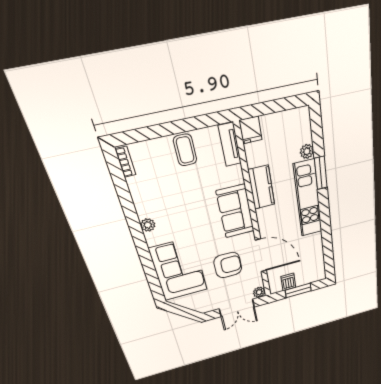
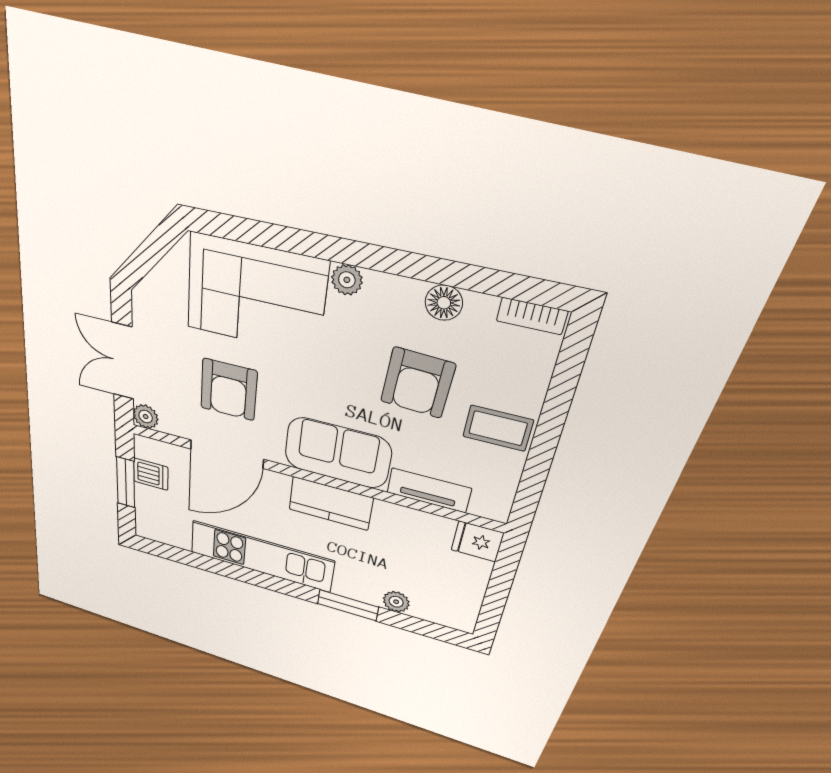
tv unit: (230, 145) -> (429, 490), moved
kitchen counter: (261, 187) -> (331, 504), moved
armchair: (182, 193) -> (418, 383), added
floor lamp: (140, 199) -> (444, 303), added
kitchen unit: (308, 199) -> (261, 556), moved
plant: (148, 225) -> (347, 280), moved

